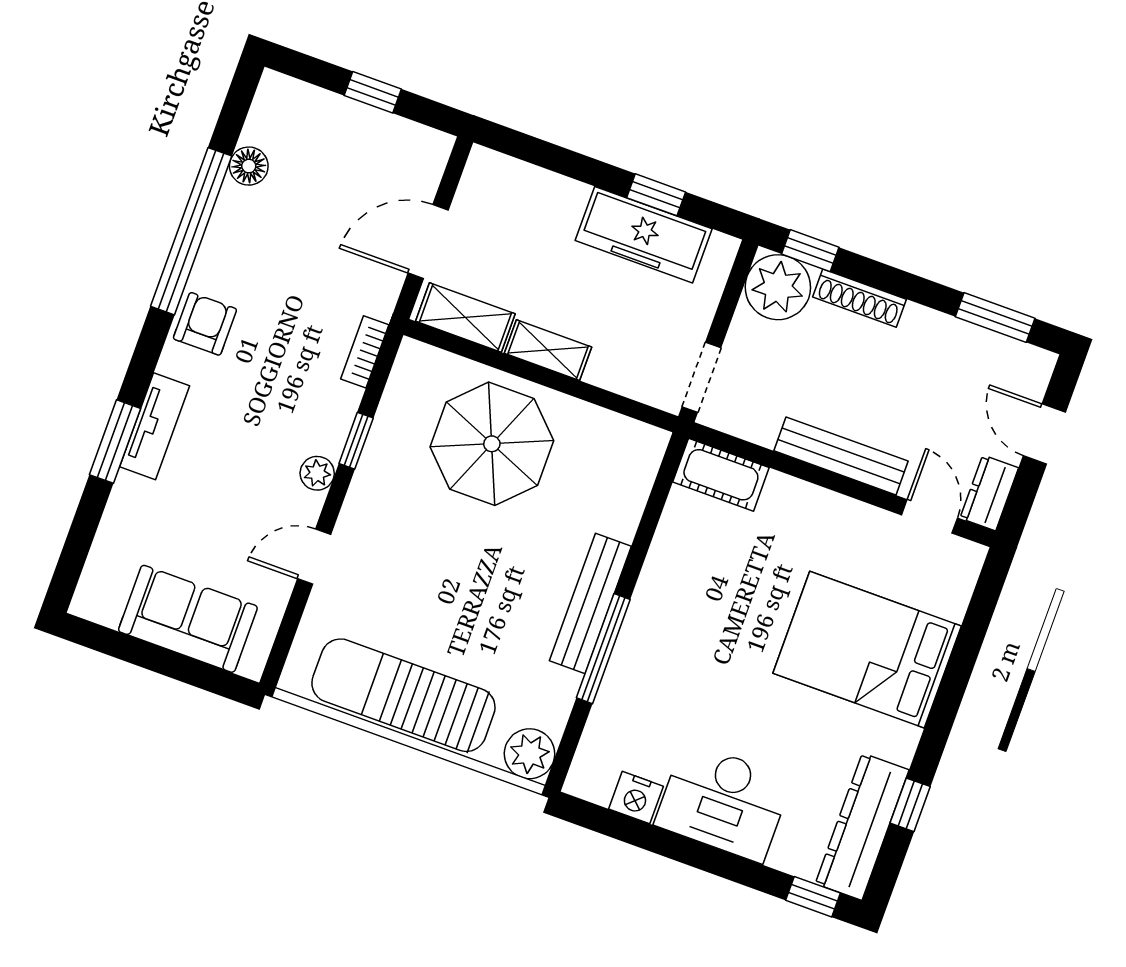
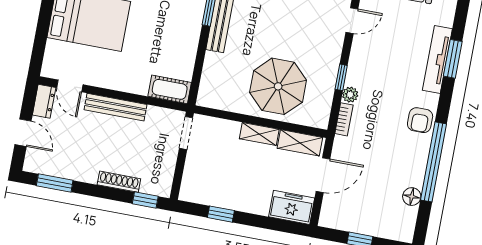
freezer: (644, 235) -> (292, 207), moved, width x0.71
plant: (778, 287) -> (158, 181), removed
tv unit: (155, 426) -> (437, 59), width x1.41
plant: (317, 473) -> (350, 95), moved

